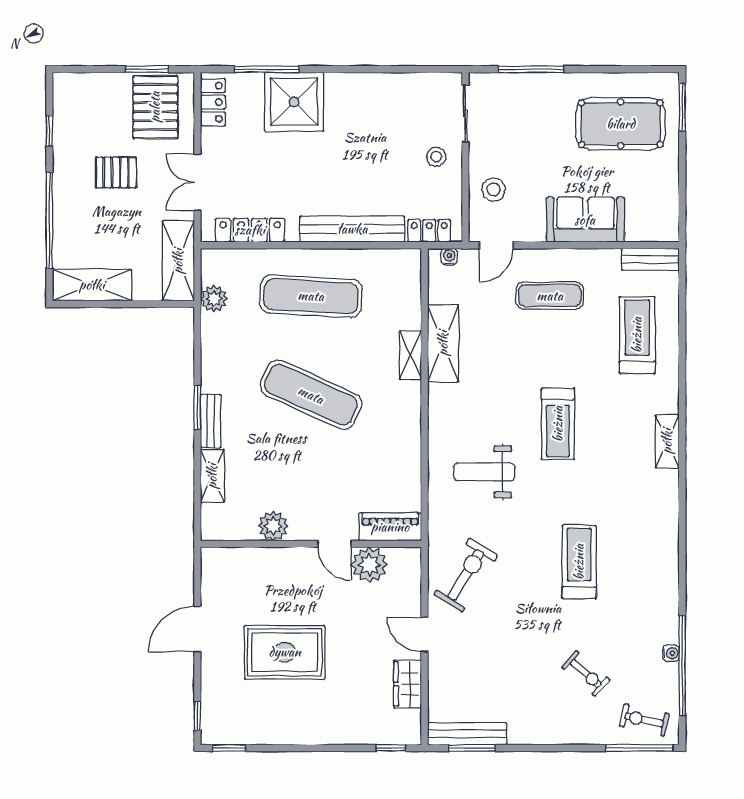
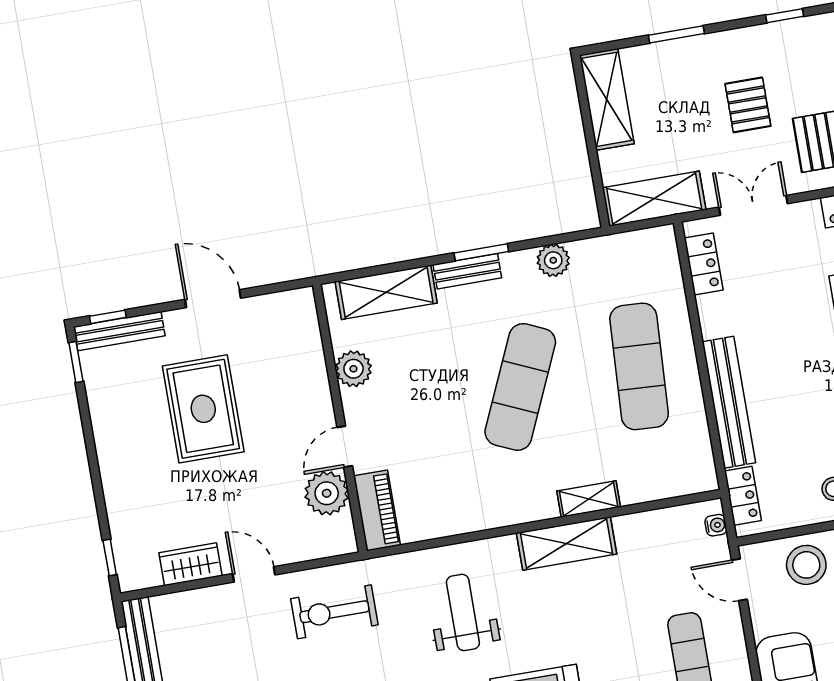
stool: (494, 189) -> (806, 565), width x1.38, depth x1.38
window: (49, 220) -> (676, 34), width x0.47
locker: (250, 230) -> (704, 264), width x0.66
plant: (214, 299) -> (553, 260), moved
shelving: (443, 343) -> (567, 543), moved
shelving: (212, 476) -> (386, 292), width x1.50, depth x1.33
exercise bike: (466, 575) -> (334, 612), turned 148
door: (425, 635) -> (254, 574), hinge flipped
bench: (211, 709) -> (119, 331), added

